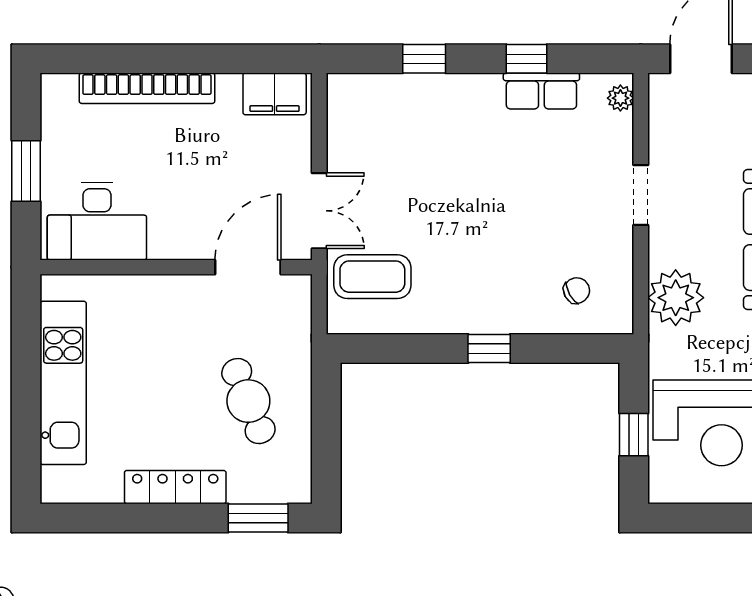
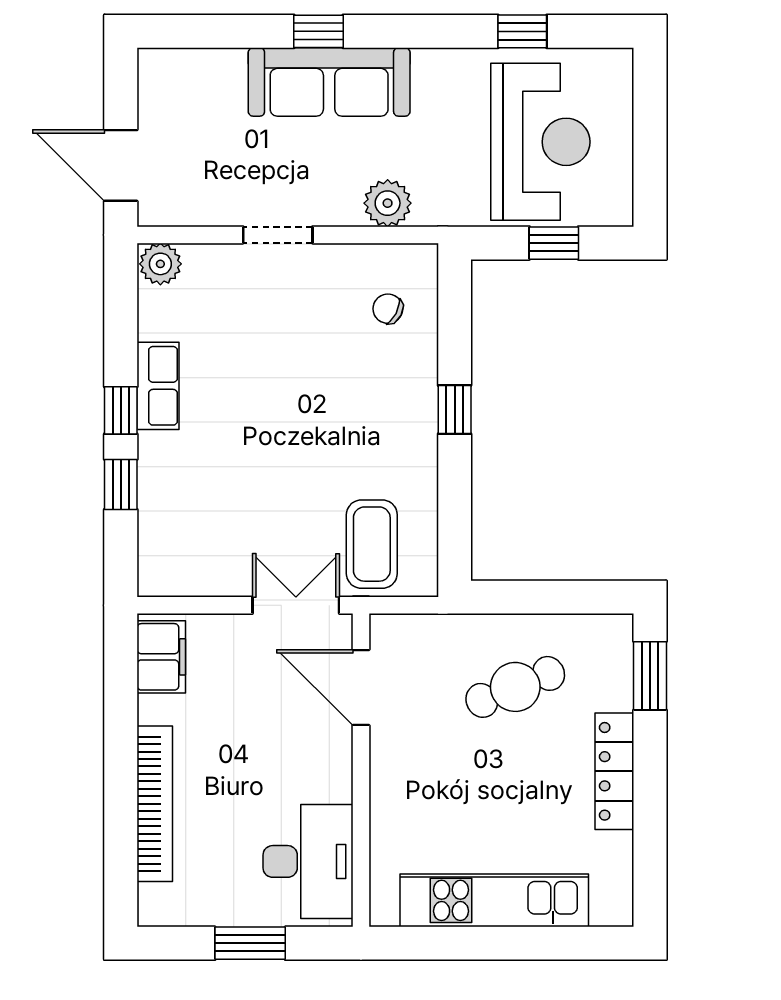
window: (527, 59) -> (121, 410), moved
row of seats: (541, 91) -> (158, 386), moved
plant: (620, 98) -> (160, 264), width x1.38, depth x1.38
chair: (577, 291) -> (388, 309), turned -34
plant: (676, 298) -> (388, 203), width x0.73, depth x0.73

